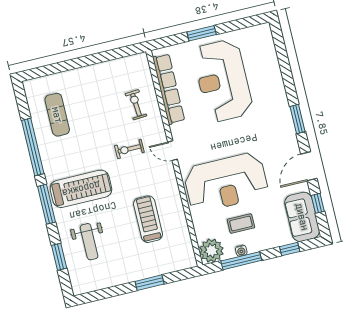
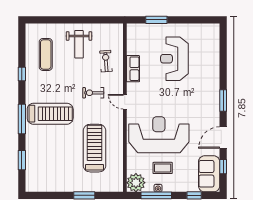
window: (202, 33) -> (156, 20), moved
reception desk: (223, 81) -> (174, 59), width x0.74, depth x0.77
row of seats: (169, 89) -> (133, 69), width x0.50
window: (33, 147) -> (22, 74), width x0.32
reception desk: (226, 182) -> (159, 135), turned 180
treadmill: (148, 219) -> (95, 148), width x1.37, depth x1.38
weight bench: (89, 242) -> (79, 44), moved

